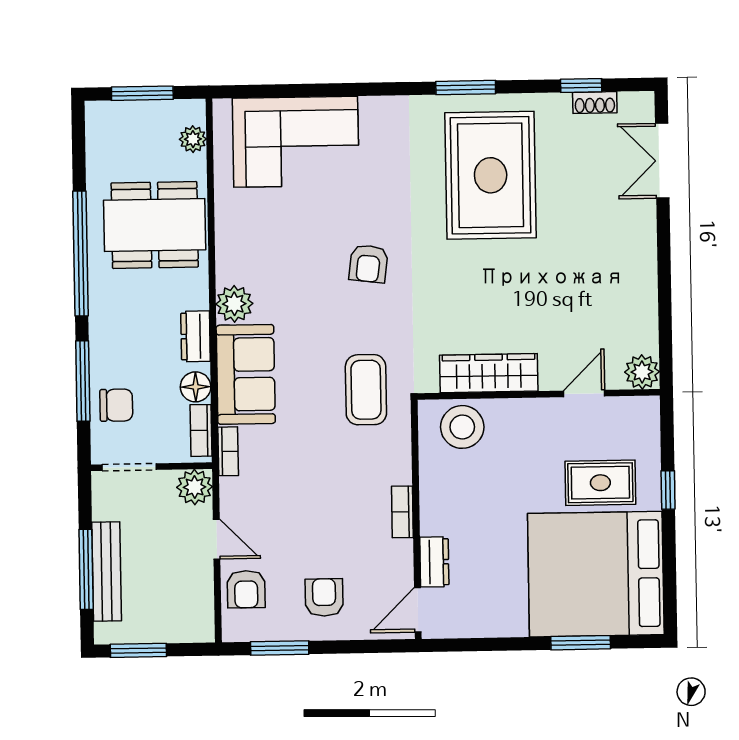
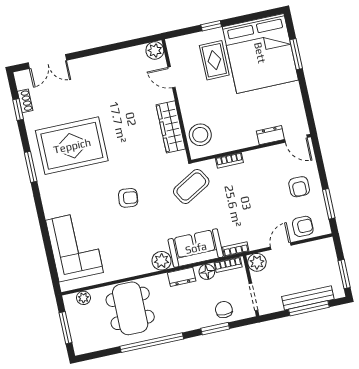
window: (83, 381) -> (215, 329), width x0.69
coffee table: (366, 390) -> (191, 187), turned -30
bookcase: (402, 512) -> (229, 160), moved
armchair: (324, 597) -> (299, 187), turned -90

